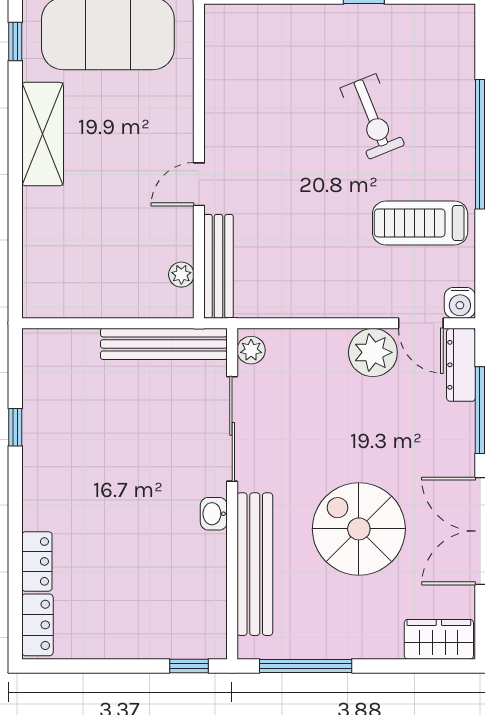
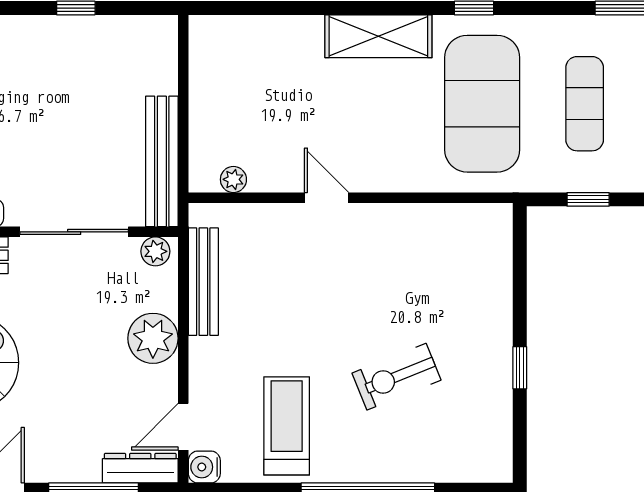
bench: (218, 266) -> (203, 282), moved, turned 90
plant: (373, 352) -> (153, 338), moved

